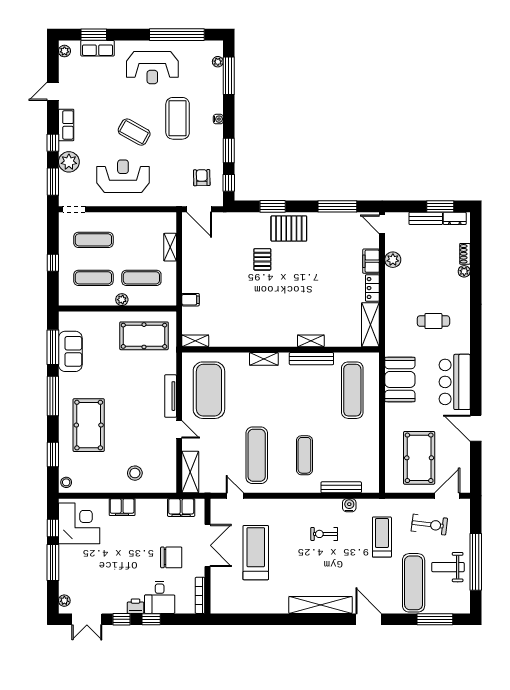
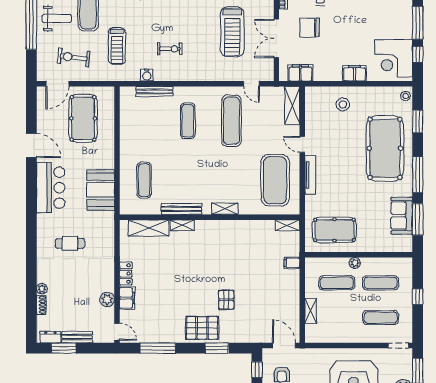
shelving: (370, 325) -> (149, 228), moved, turned 90
exercise mat: (352, 390) -> (144, 180), width x0.73, depth x0.69
pool table: (89, 425) -> (385, 148), width x1.36, depth x1.32

